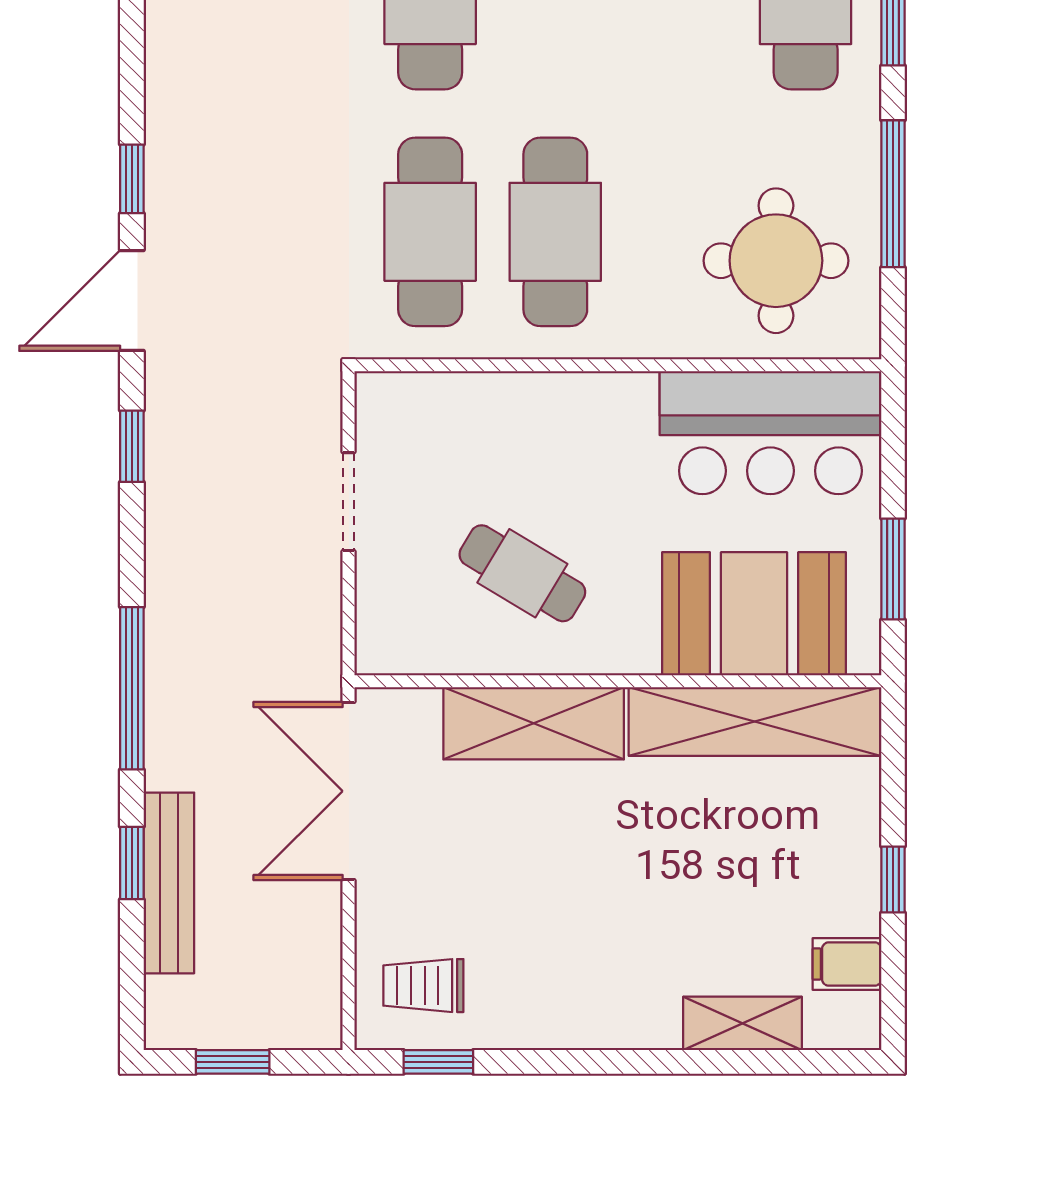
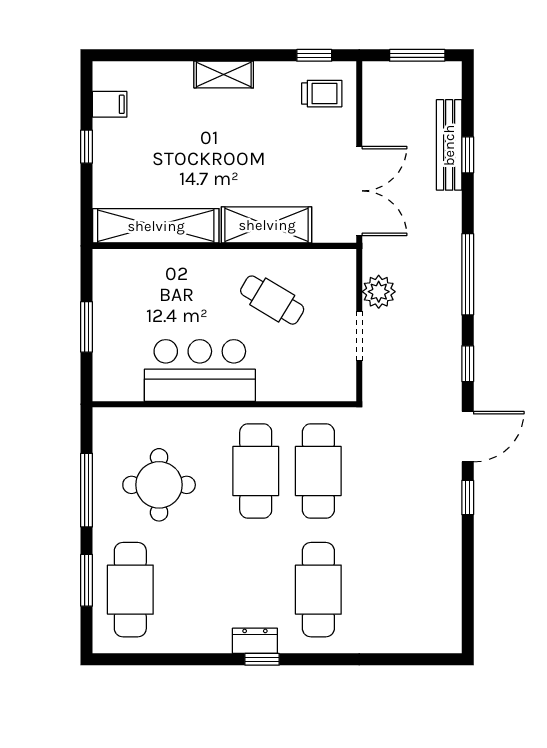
round table: (776, 261) -> (159, 485), moved
bar counter: (770, 433) -> (200, 370), moved
window: (893, 569) -> (87, 327), moved
plant: (310, 590) -> (379, 292), added
booth: (754, 614) -> (156, 280), removed
window: (132, 688) -> (468, 274), moved
shelving: (742, 1023) -> (224, 75), moved
window: (233, 1062) -> (417, 55), width x1.50

